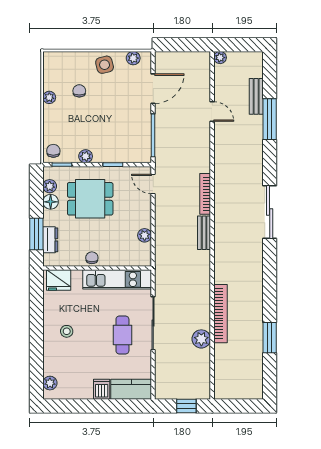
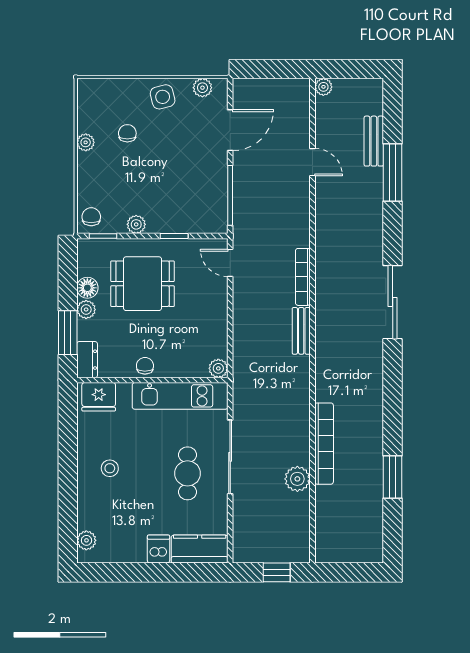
plant: (50, 186) -> (86, 309), moved
plant: (145, 235) -> (218, 368), moved
dresser: (50, 240) -> (87, 360), moved

